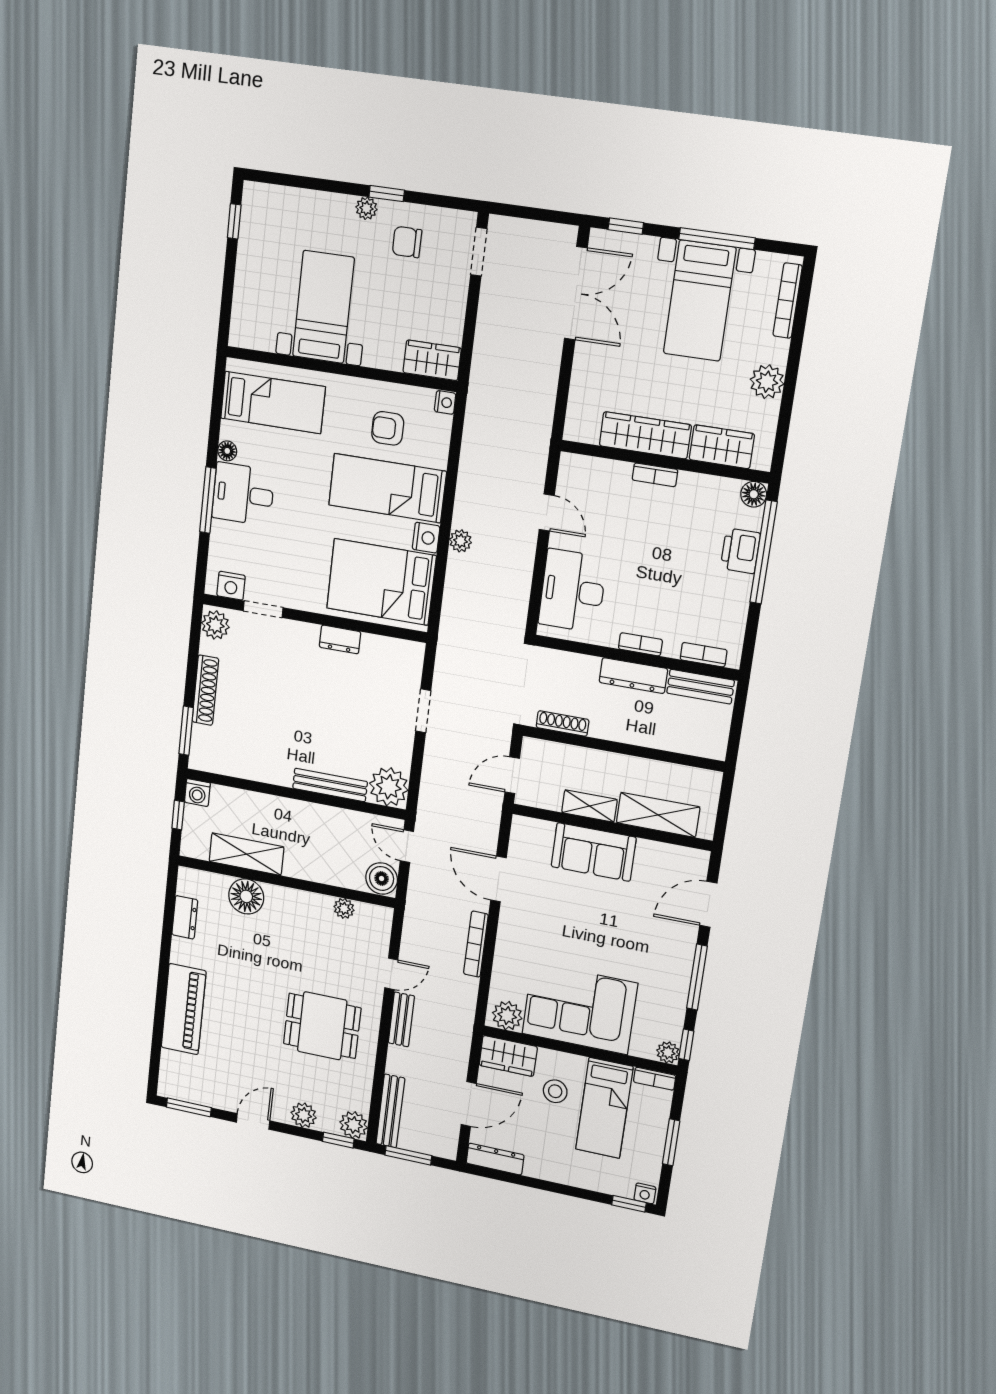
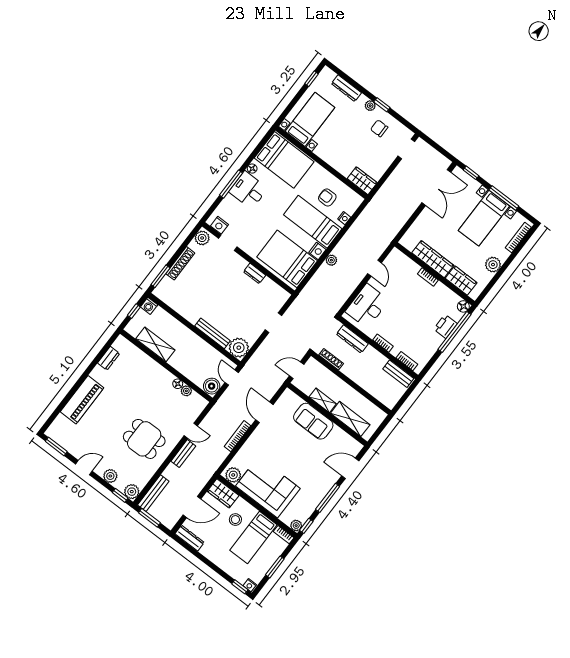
dresser: (305, 201) -> (346, 88), added
bed with nightstands: (323, 307) -> (310, 119), moved
bed: (273, 402) -> (284, 160), width x1.50
nightstand: (445, 402) -> (344, 218), moved
dresser: (633, 676) -> (352, 339), moved
floor lamp: (246, 896) -> (178, 384), moved, width x0.53, depth x0.53

